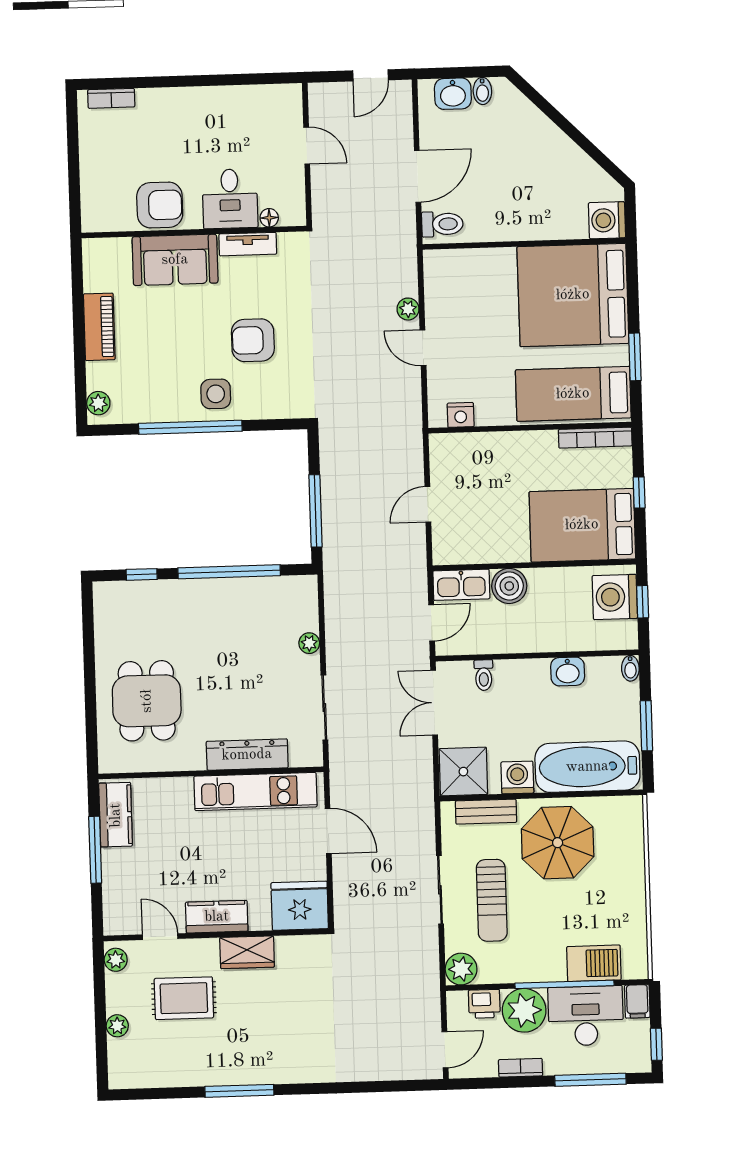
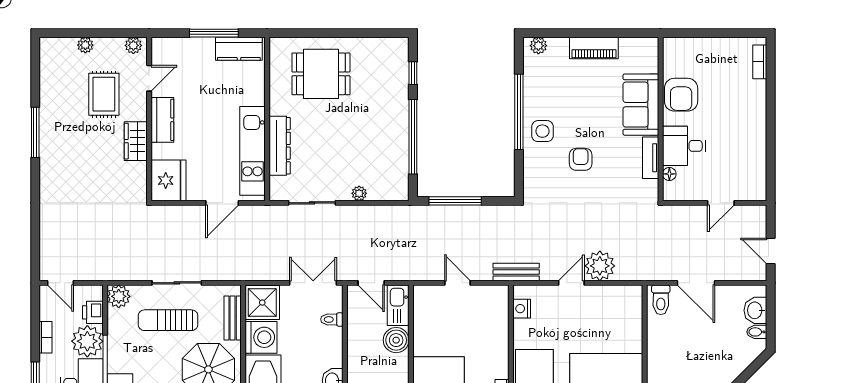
plant: (408, 309) -> (600, 266), width x1.87, depth x1.87
armchair: (253, 340) -> (581, 159), width x0.72, depth x0.72
bench: (410, 424) -> (516, 272), added
washing machine: (517, 778) -> (261, 337), width x1.37, depth x1.37

